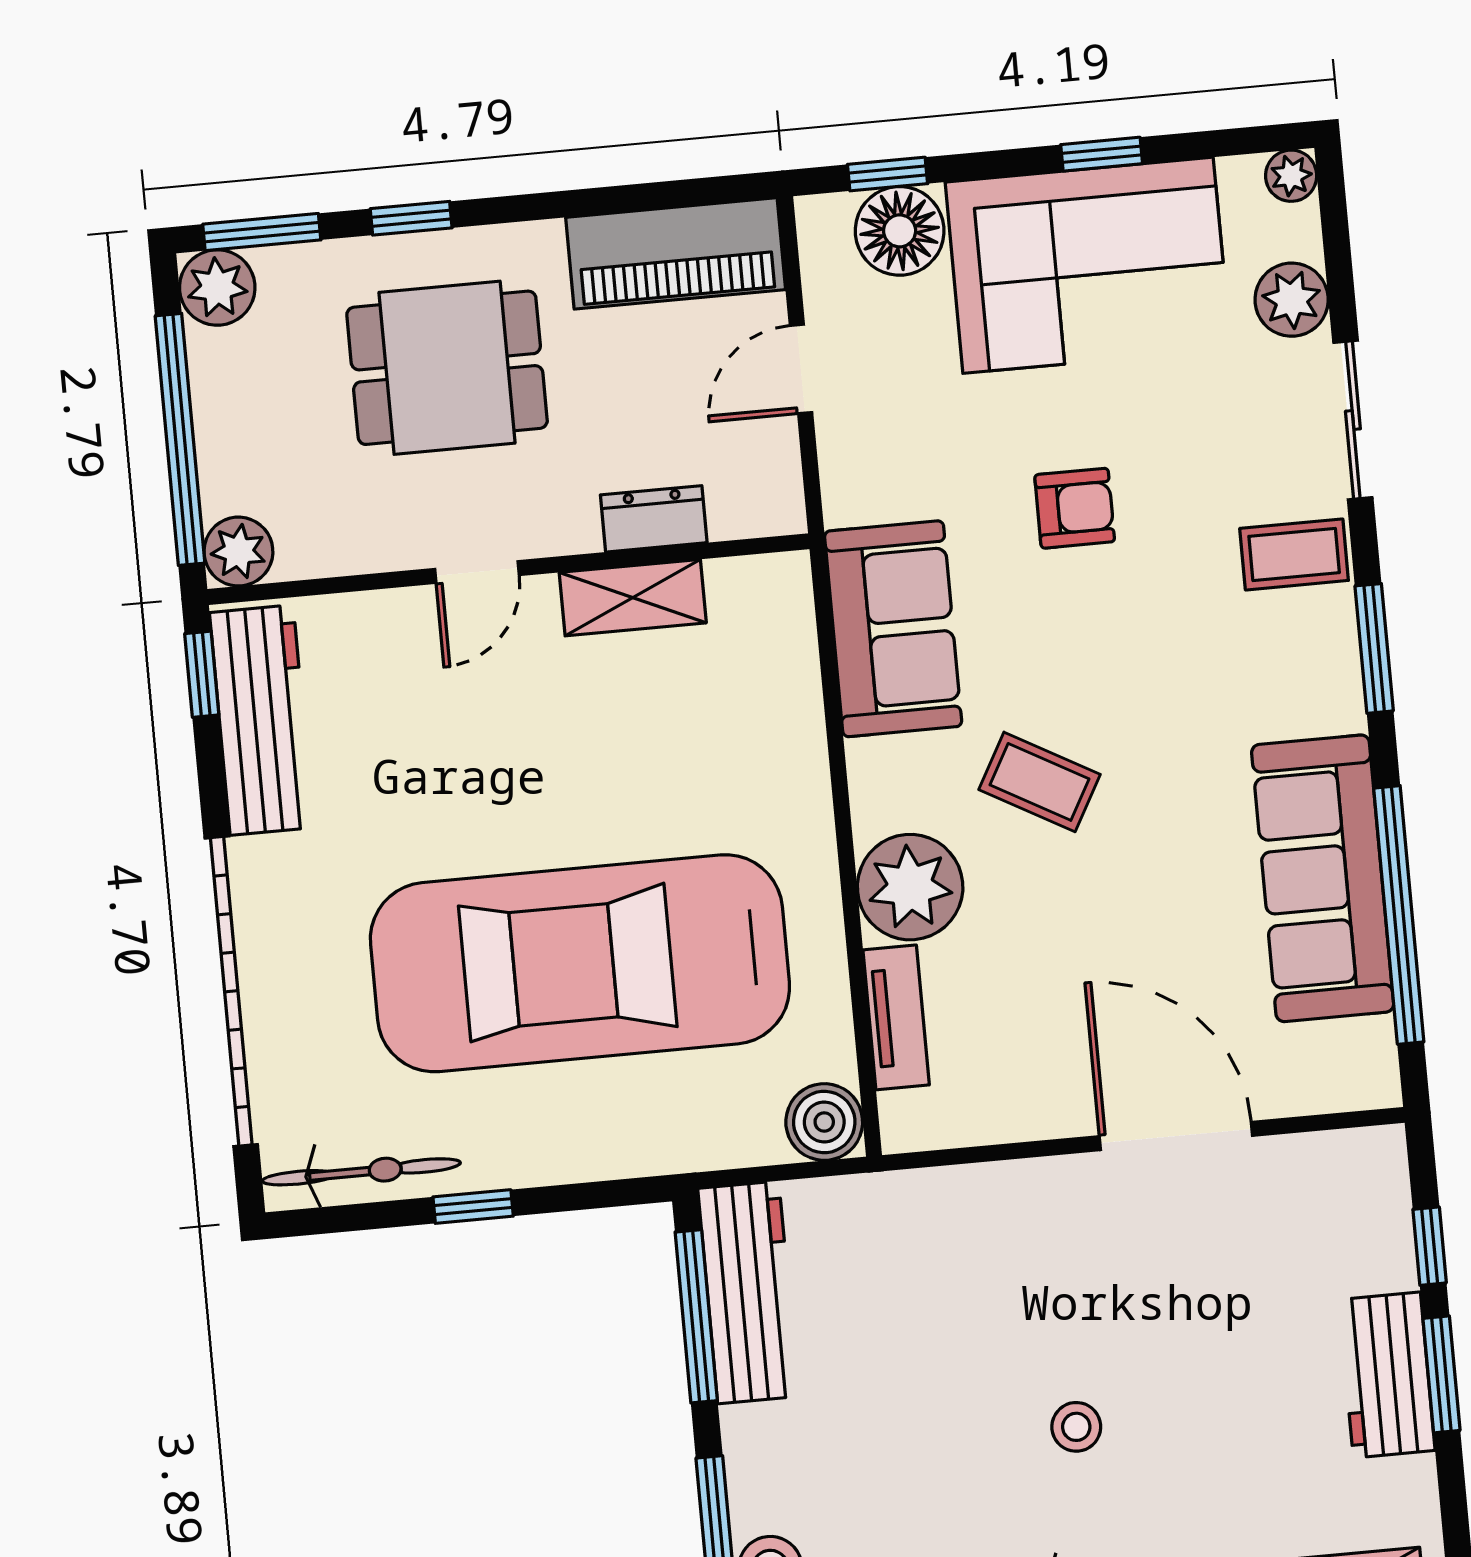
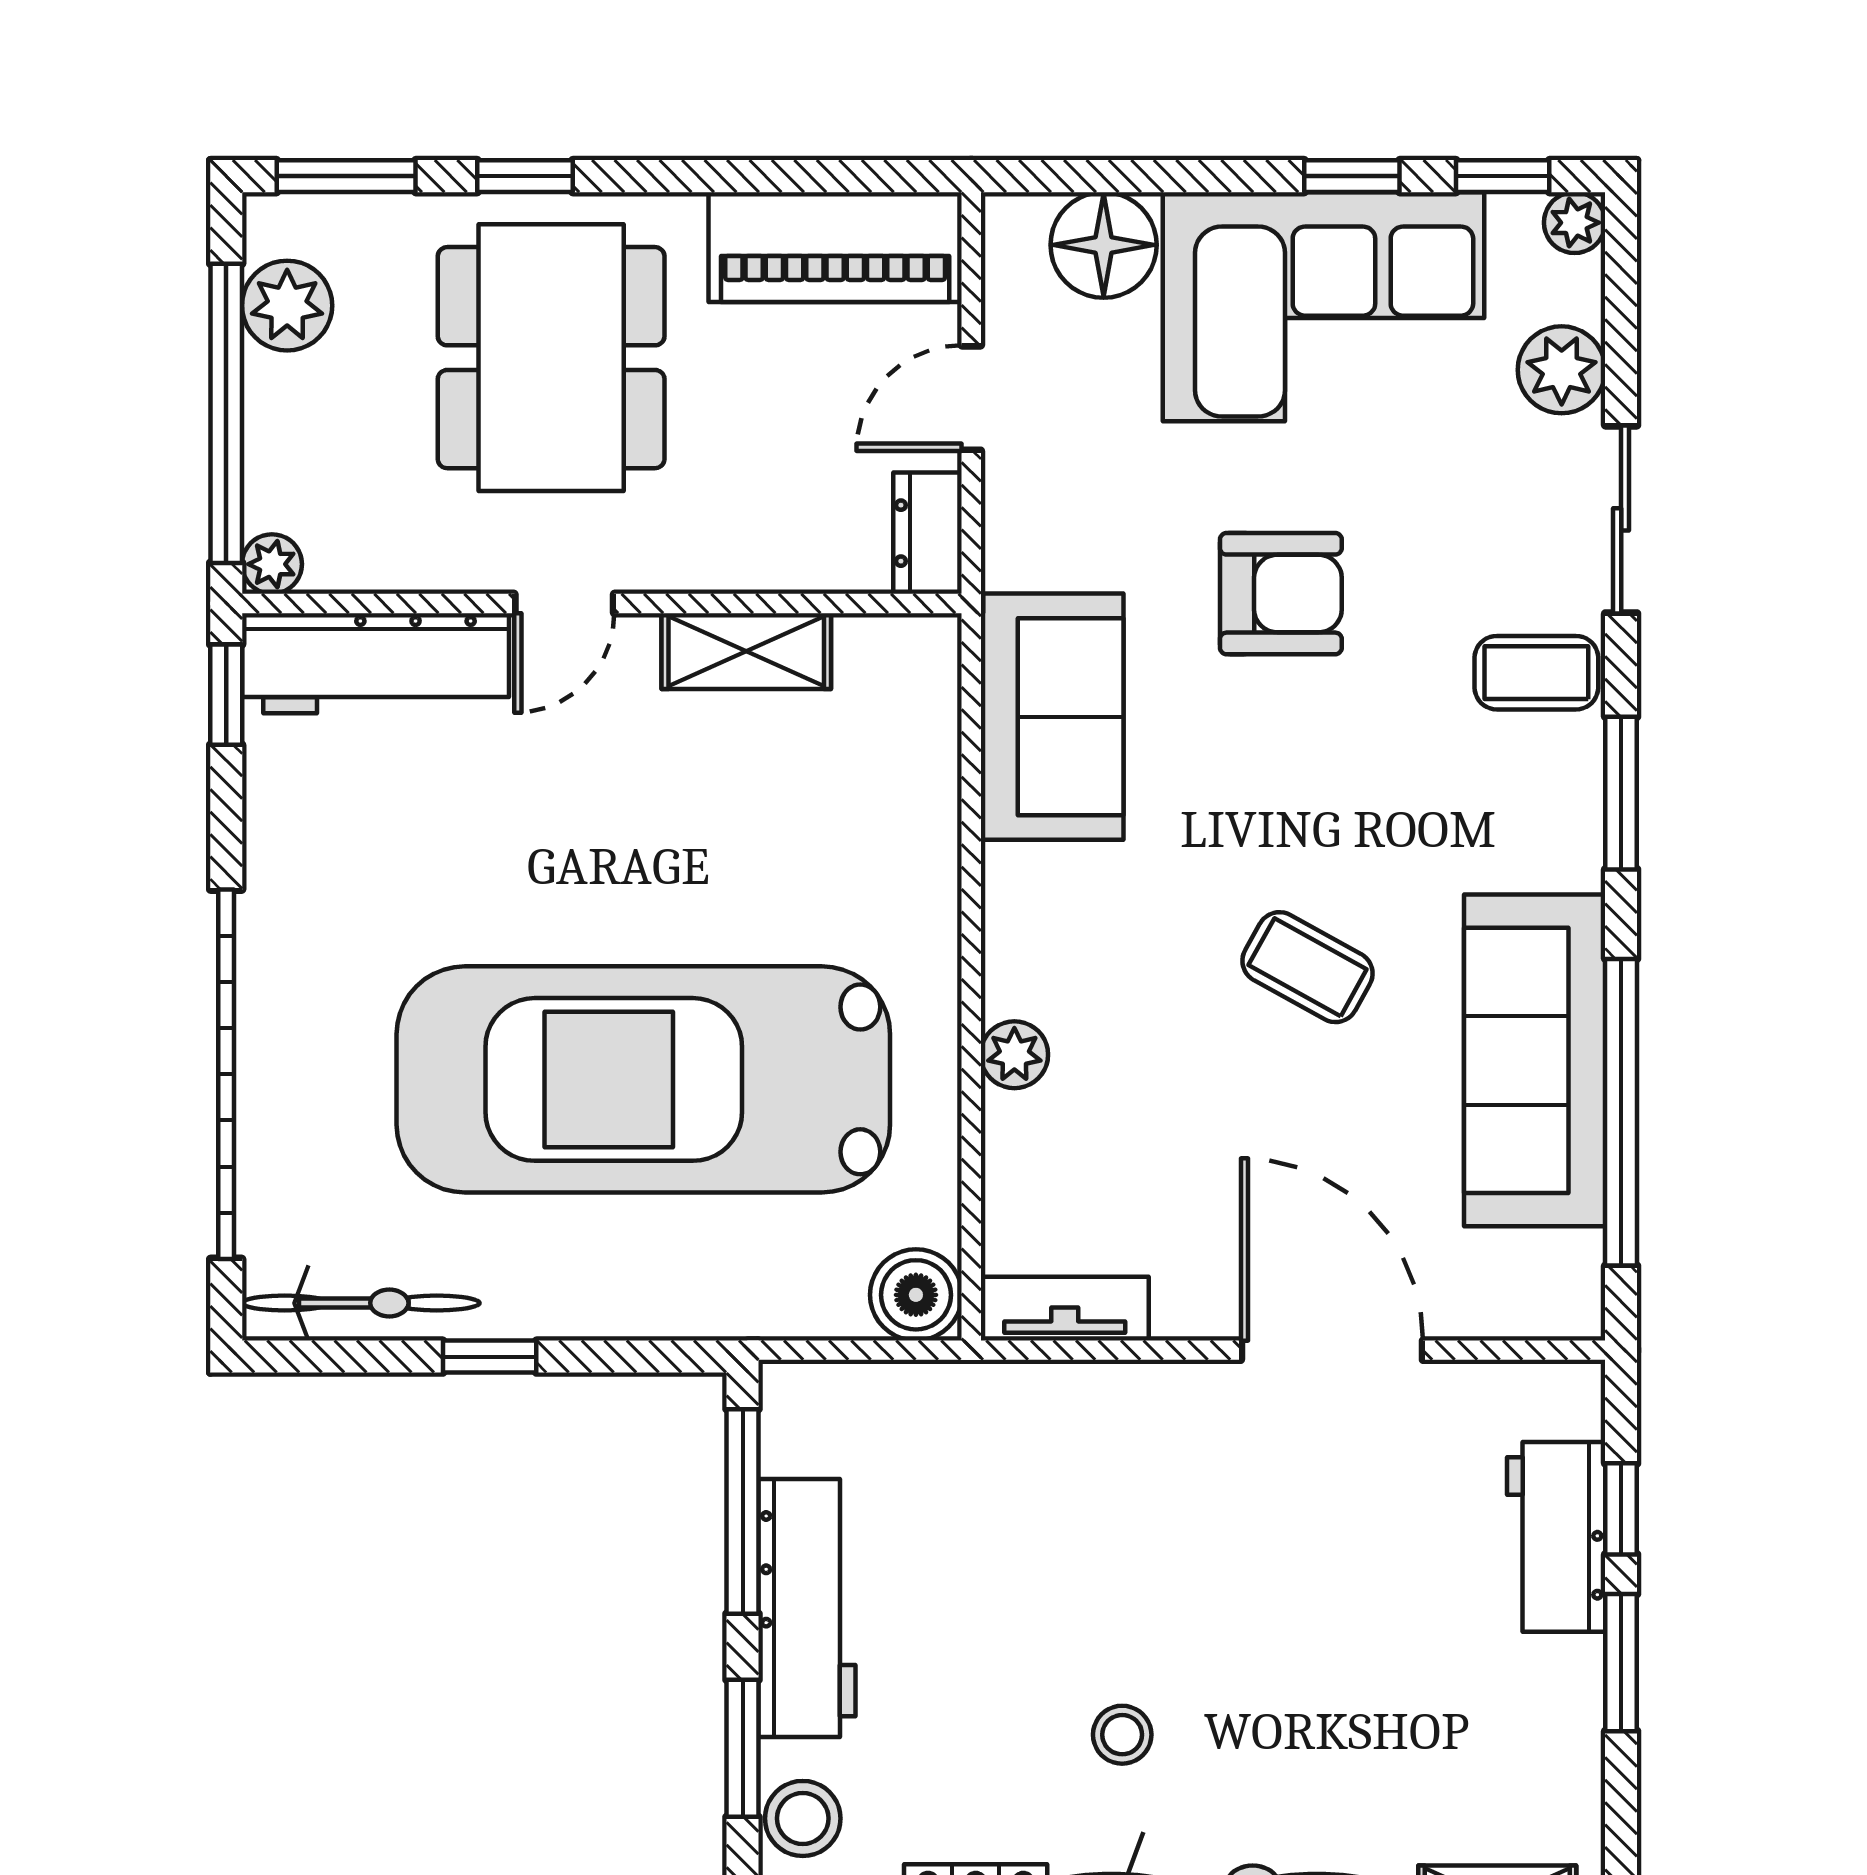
window: (888, 174) -> (1503, 176), moved
plant: (217, 288) -> (287, 306), moved
dining table: (447, 368) -> (551, 358), width x1.38
armchair: (1075, 508) -> (1281, 594), width x1.38, depth x1.38
dresser: (654, 519) -> (928, 533), moved, turned -90
plant: (238, 552) -> (272, 564), width x0.73, depth x0.73
workbench: (262, 720) -> (375, 663), moved, turned 90
coffee table: (1039, 782) -> (1308, 967), moved
plant: (910, 887) -> (1014, 1055), width x0.53, depth x0.53
tv unit: (896, 1017) -> (1065, 1309), moved, turned -90
workbench: (748, 1292) -> (807, 1608), moved
workbench: (1387, 1375) -> (1556, 1537), moved
stool: (1076, 1427) -> (1122, 1735), moved

